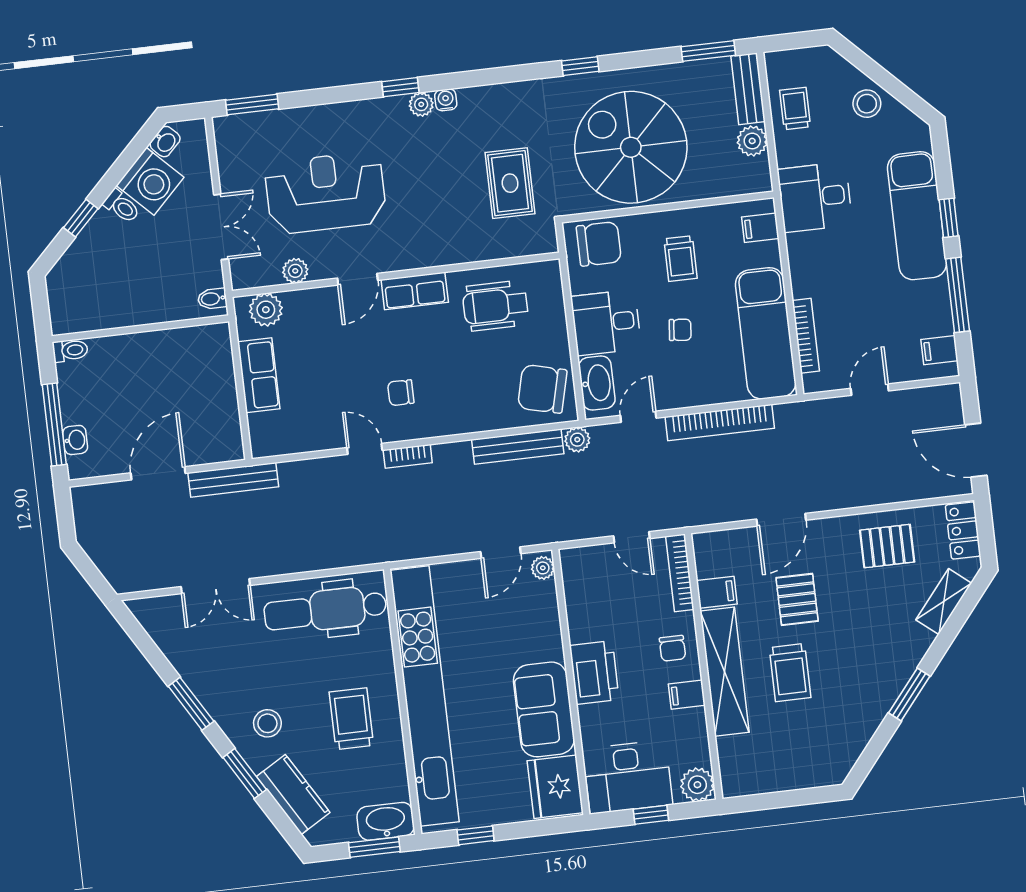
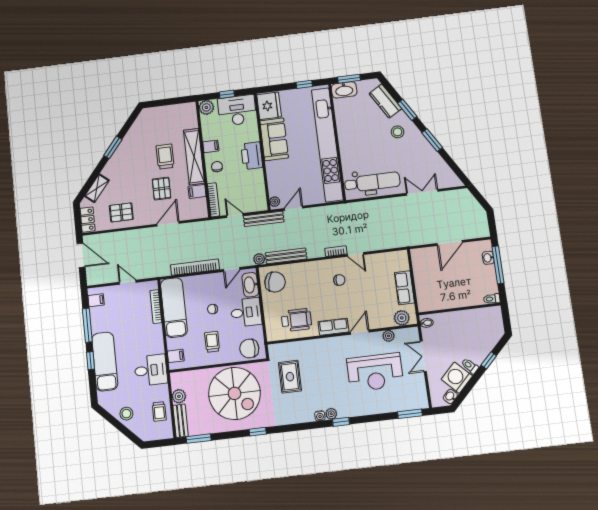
door: (870, 390) -> (128, 282), swing flipped
bench: (233, 480) -> (264, 219), moved
trolley: (351, 719) -> (360, 134), removed

